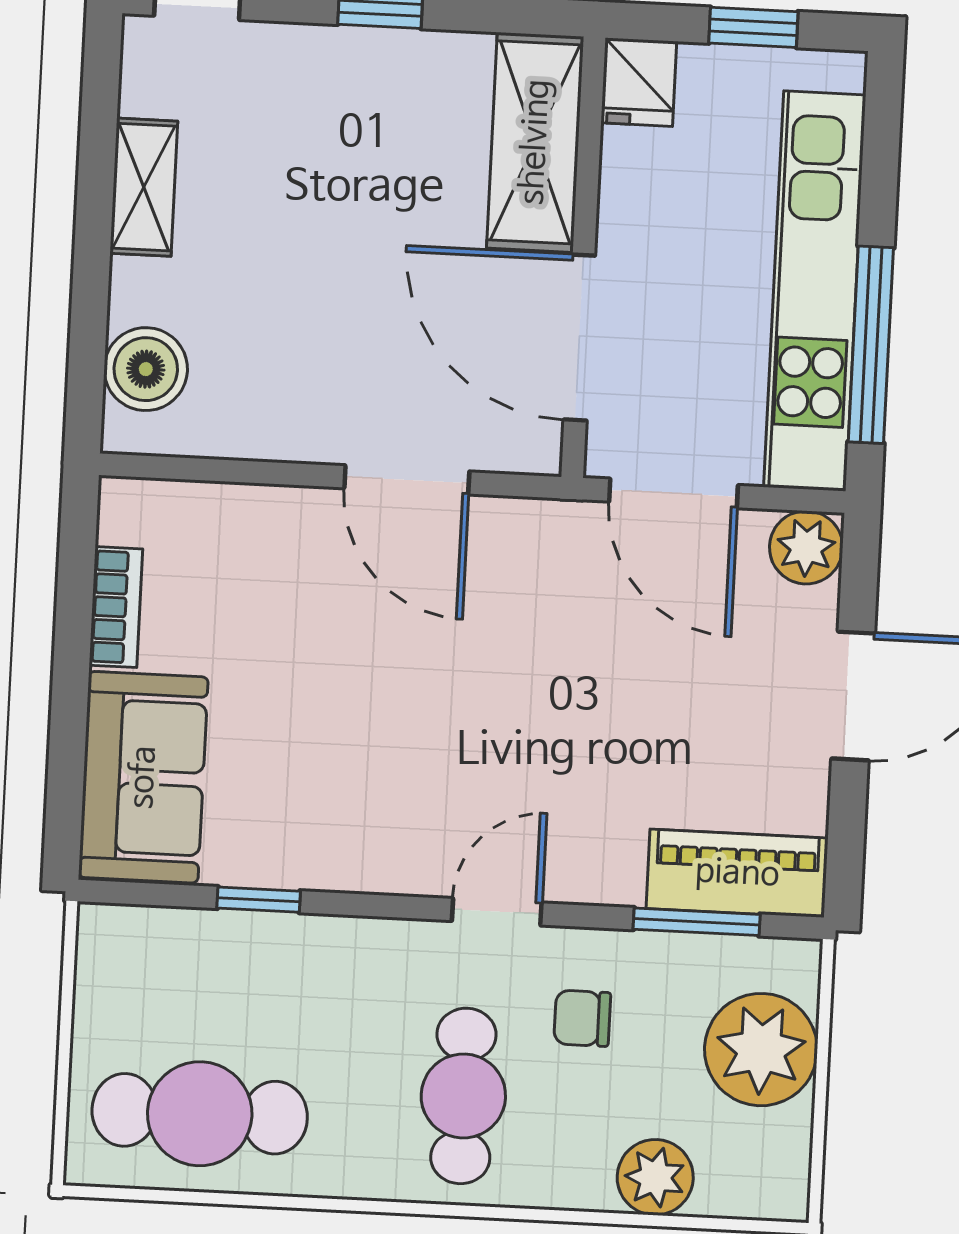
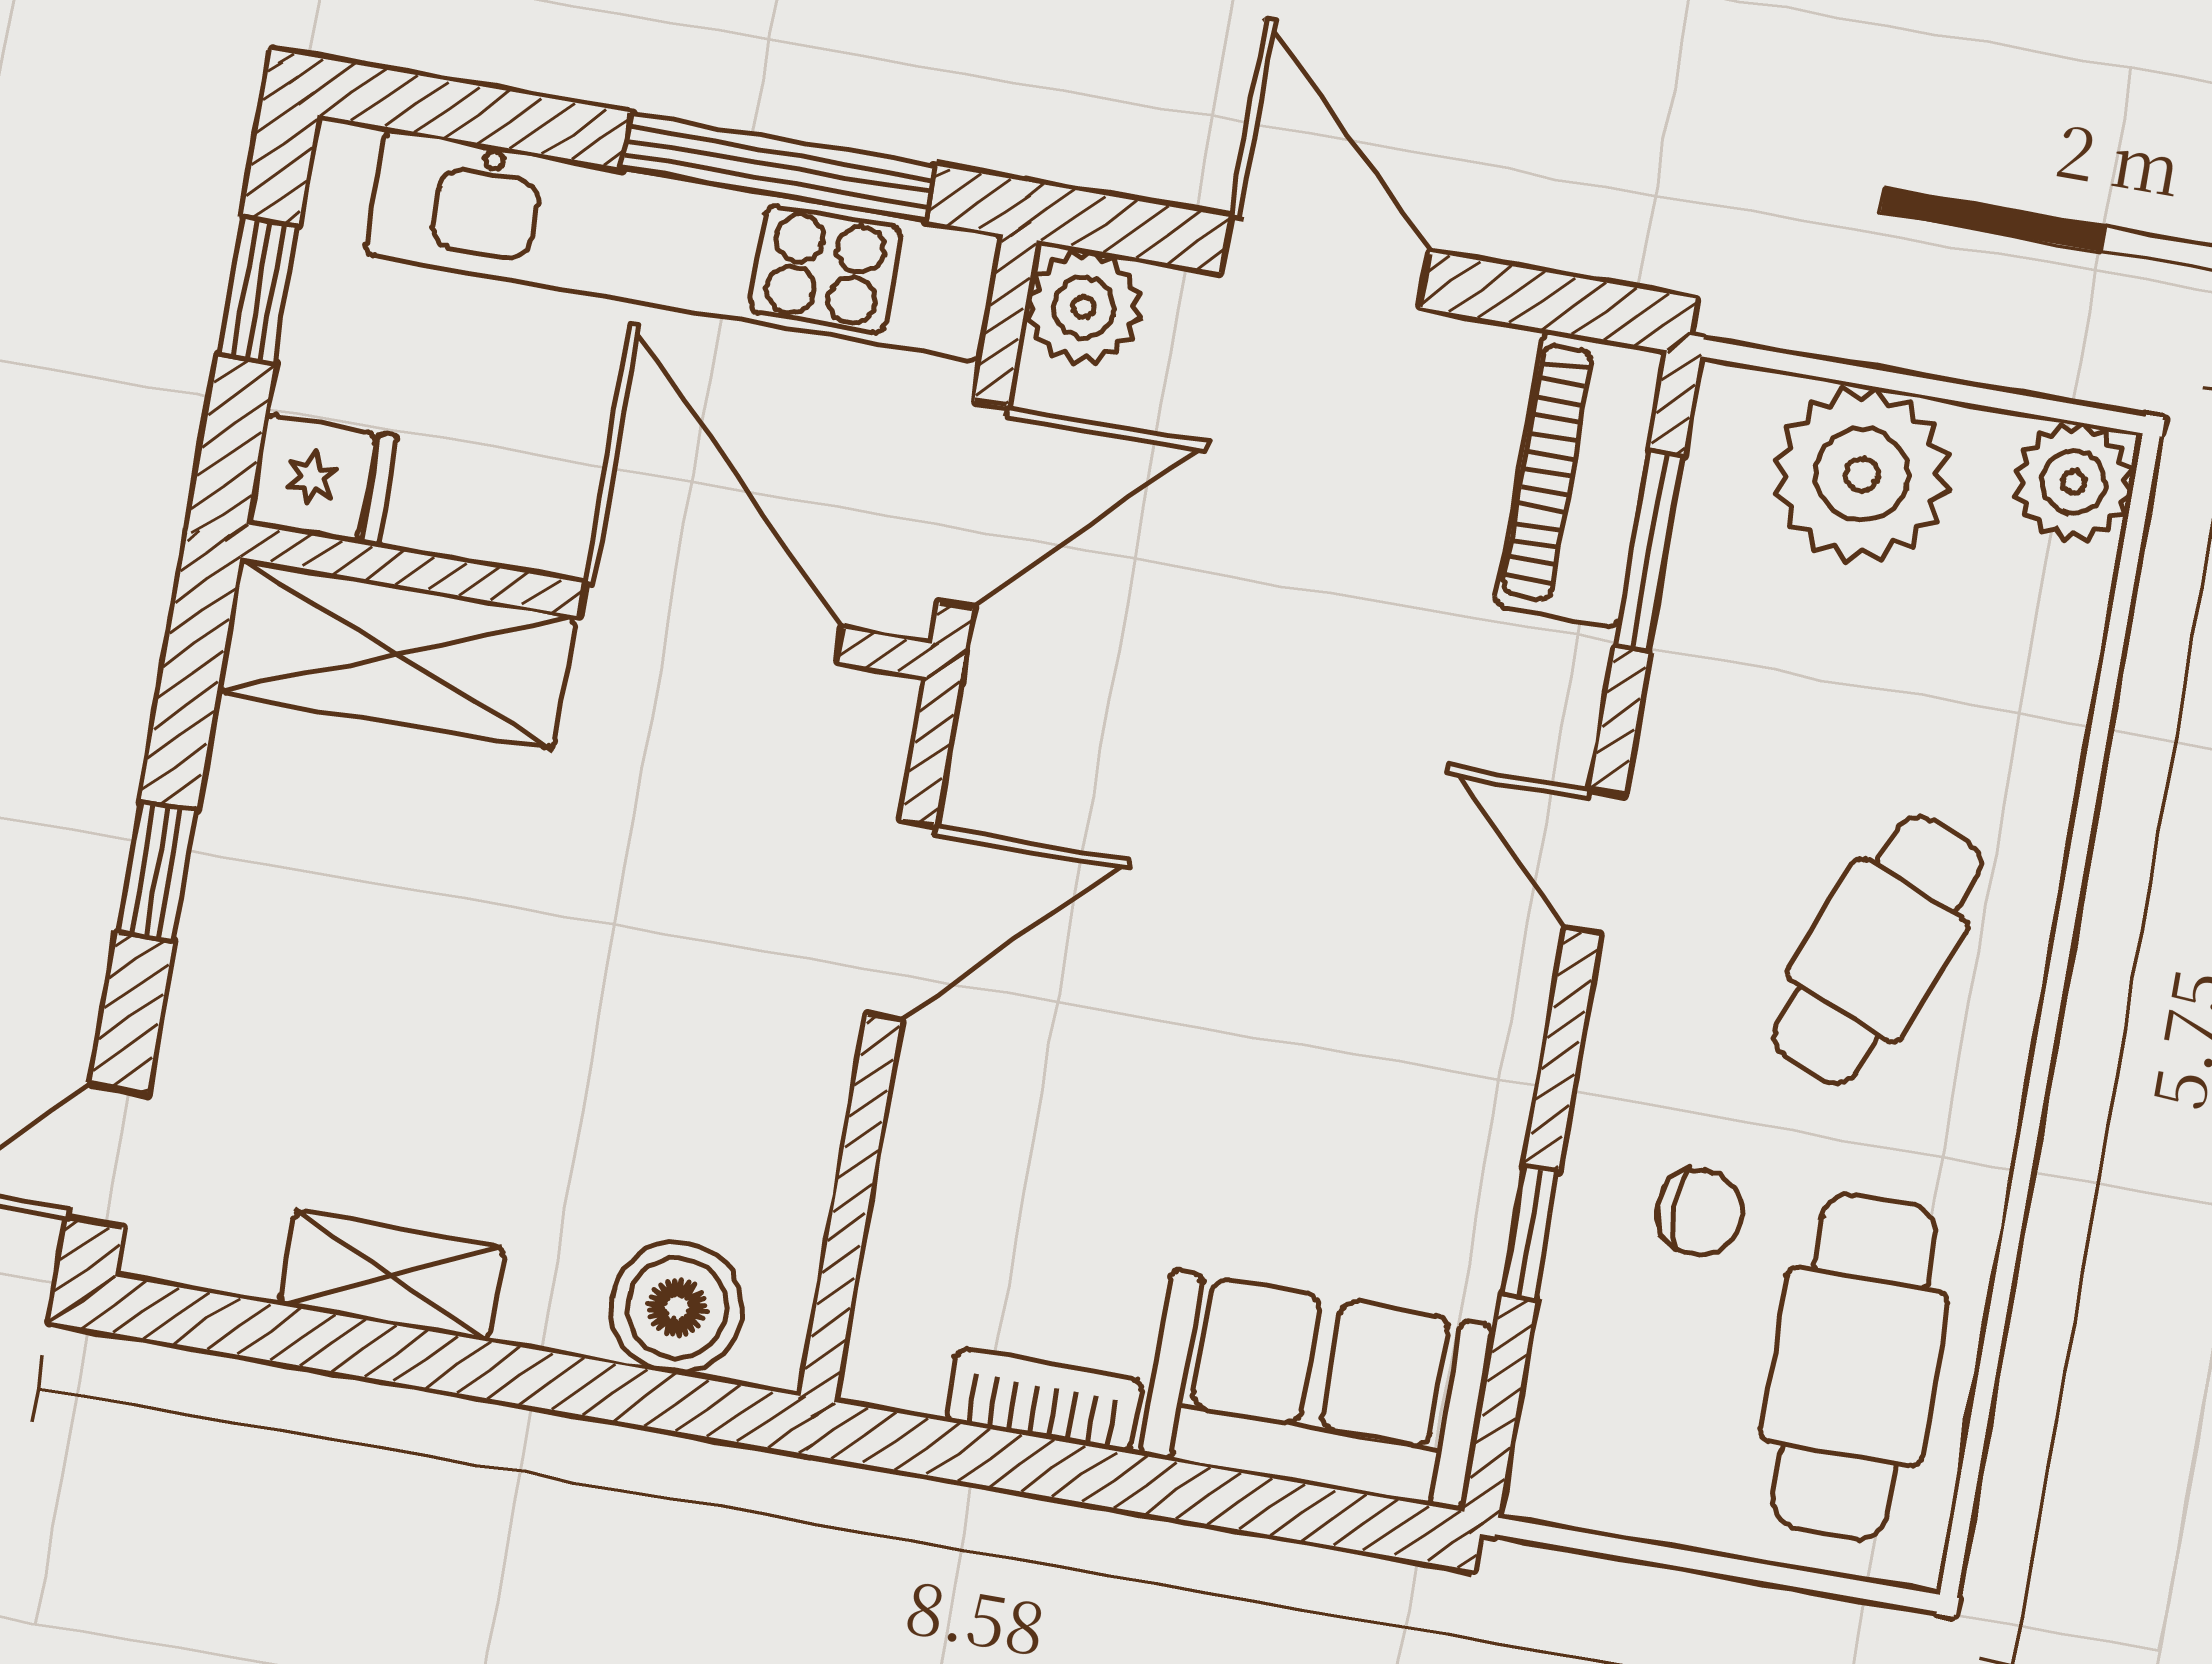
door: (579, 338) -> (711, 622), swing flipped
chair: (582, 1018) -> (1700, 1212), moved, turned -90
cafe table: (463, 1096) -> (1877, 950), turned -68
plant: (655, 1177) -> (2073, 482), moved

